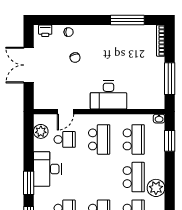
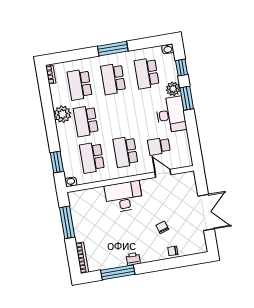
printer: (45, 31) -> (133, 259), moved
door: (65, 112) -> (163, 173), hinge flipped
plant: (41, 131) -> (173, 89), moved

